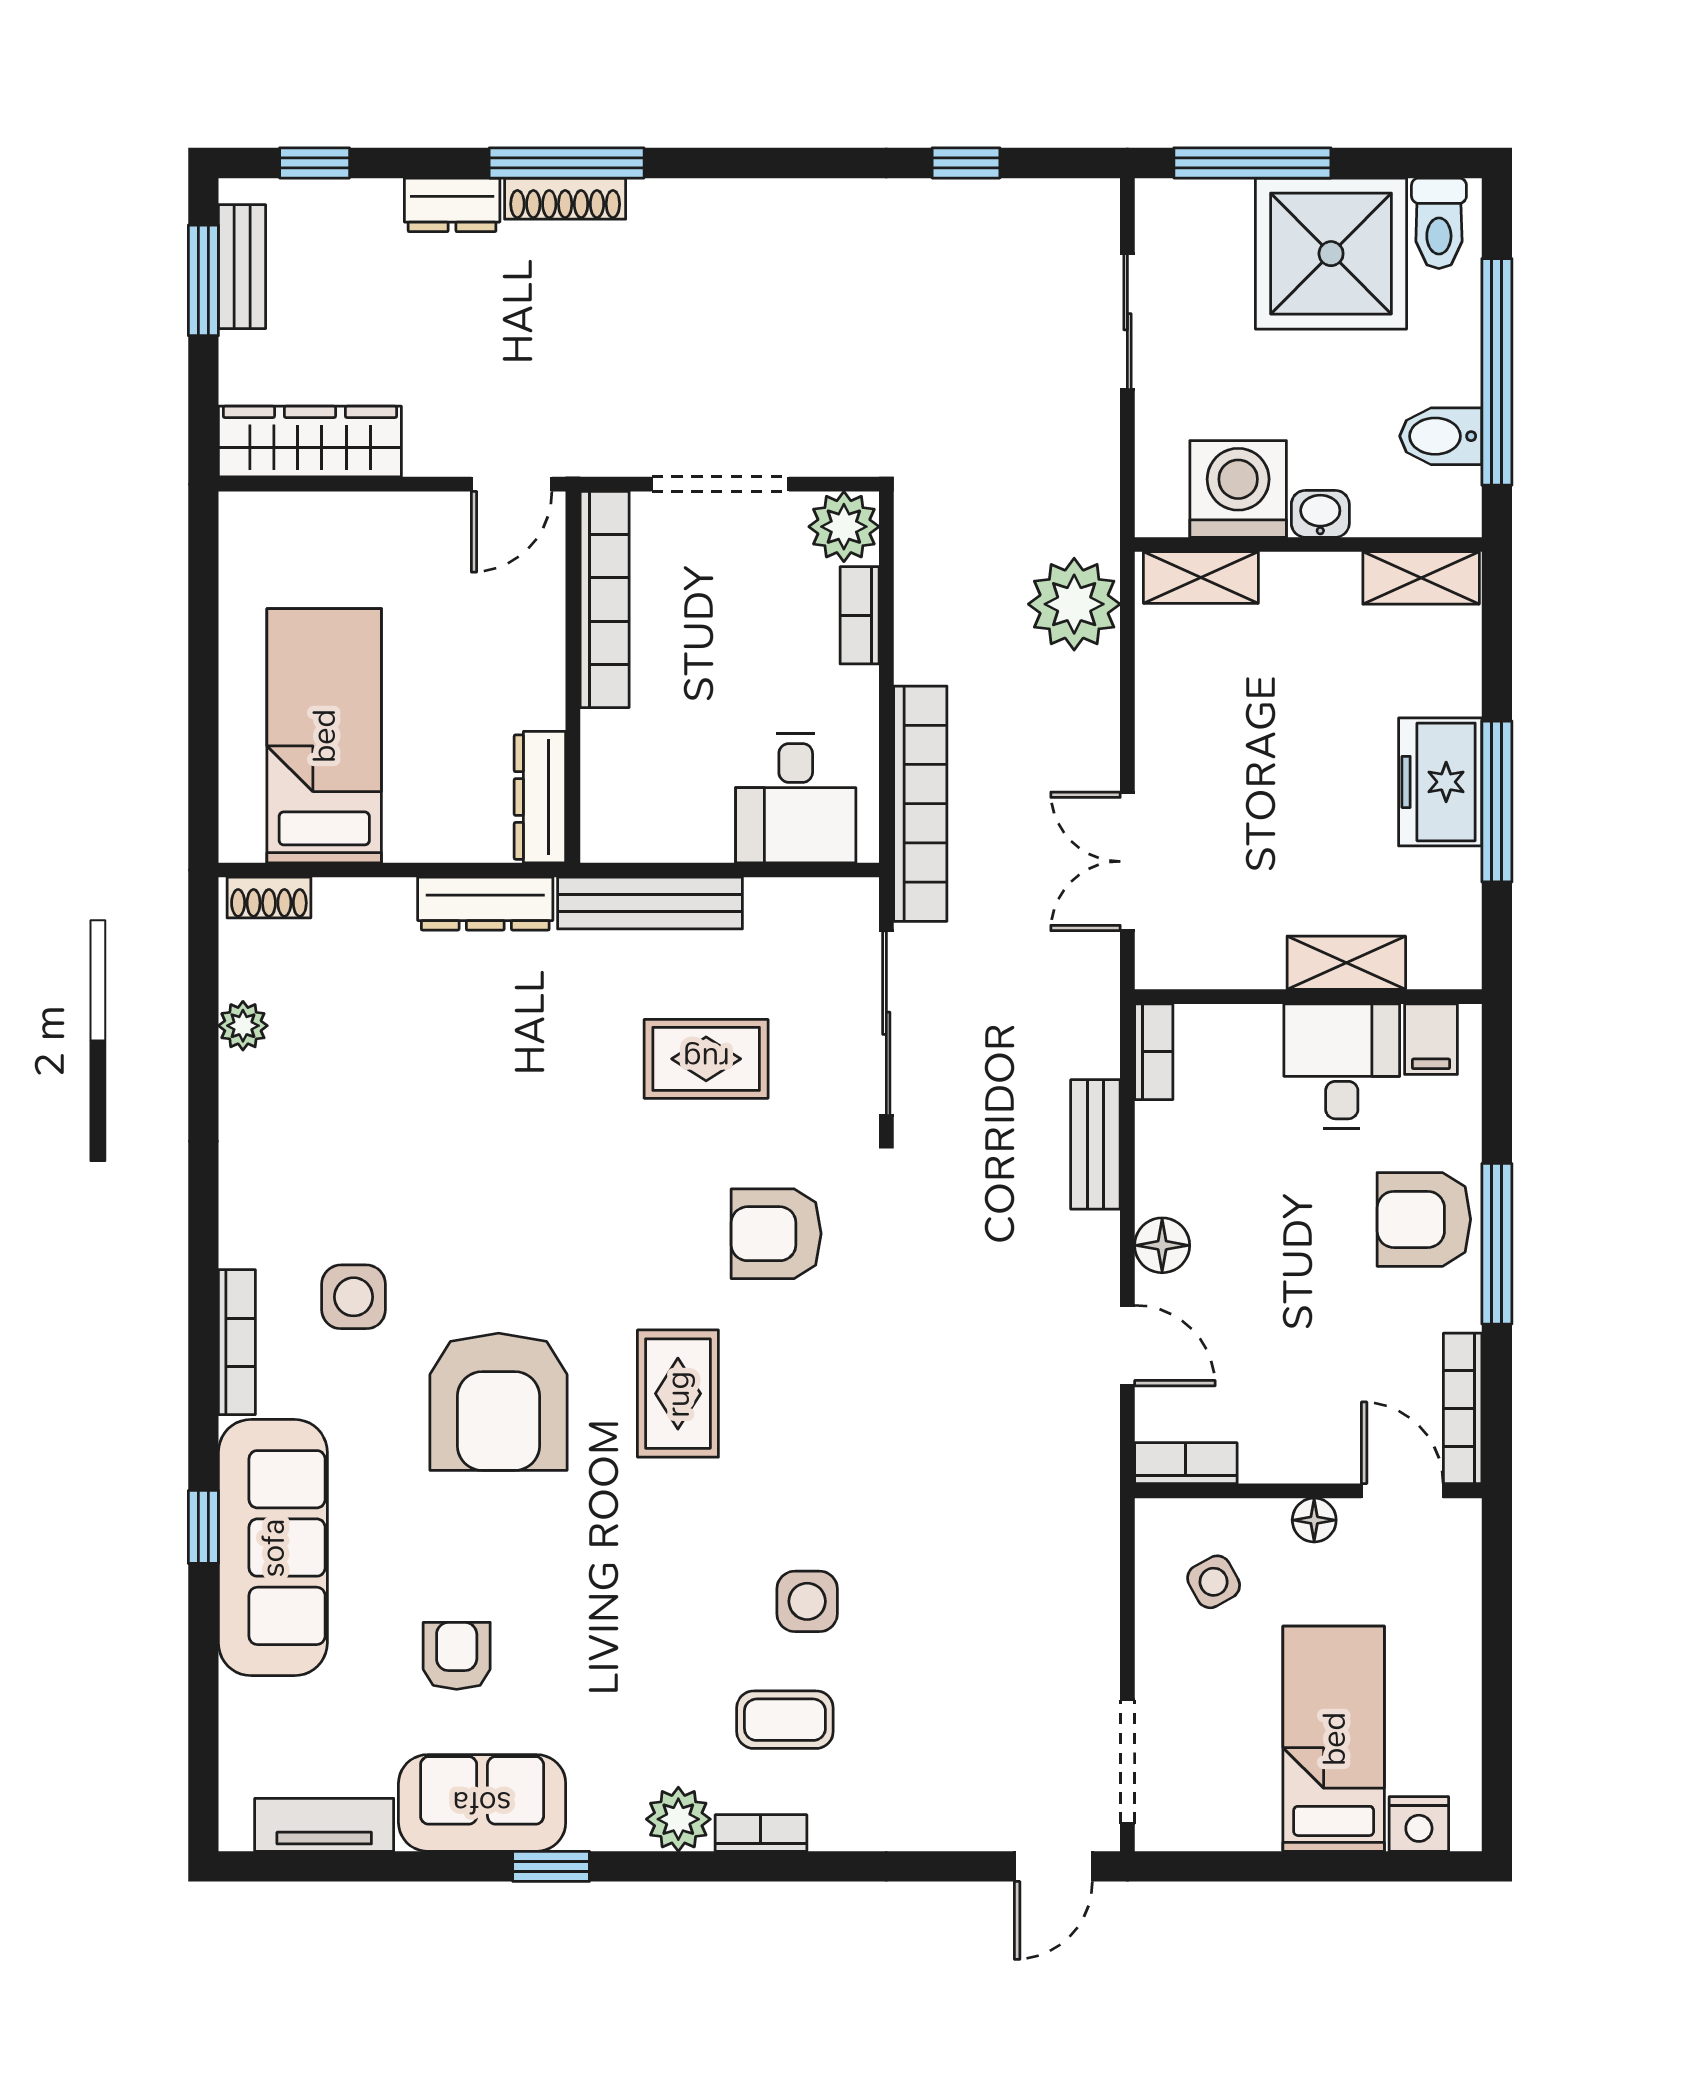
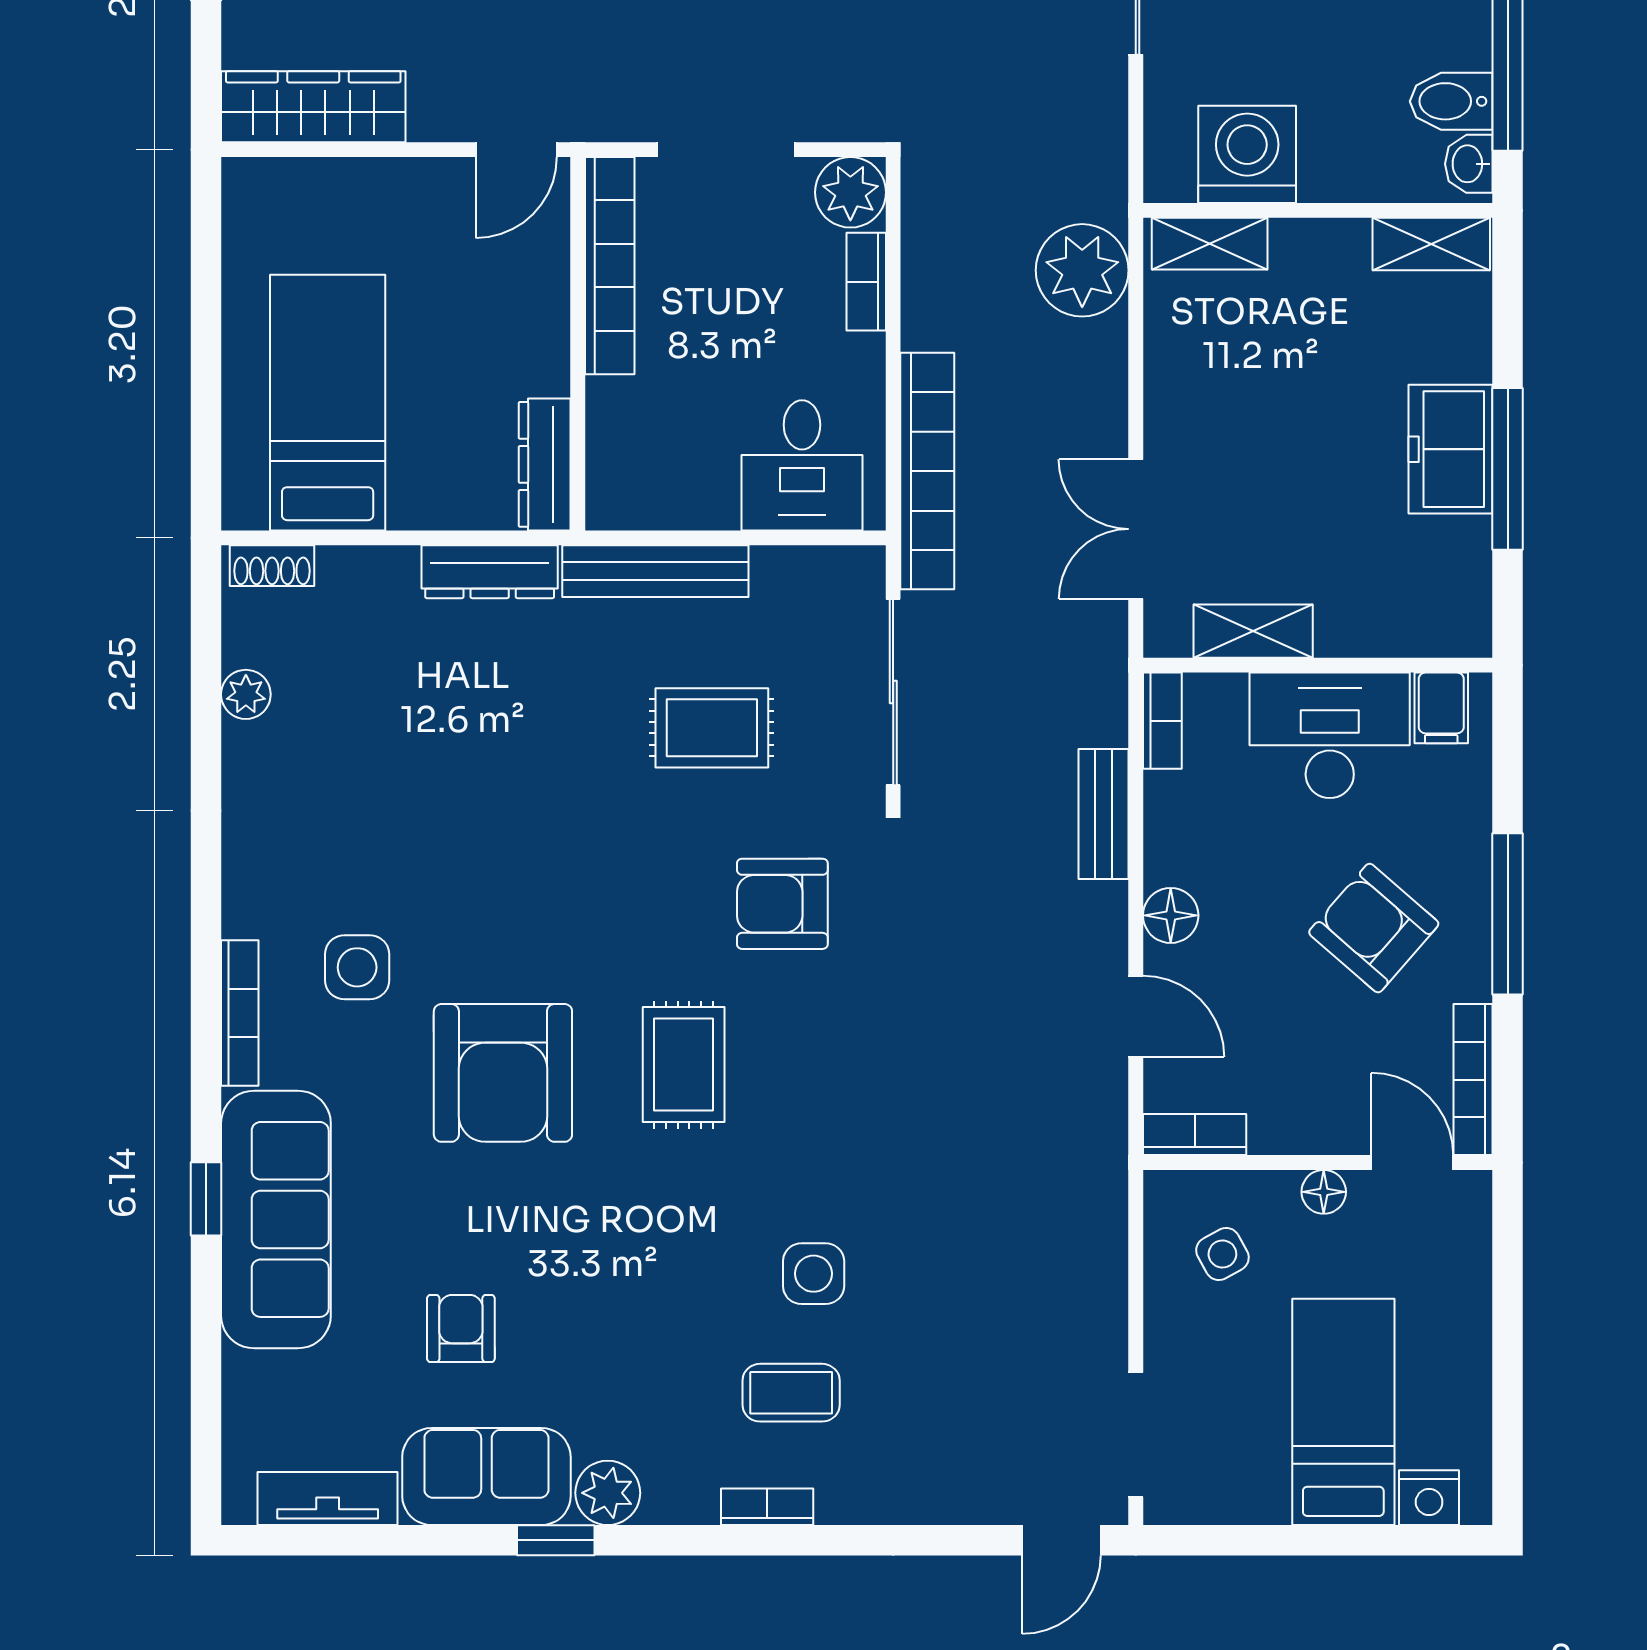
washbasin: (1320, 514) -> (1469, 164), moved, turned -90
shelving: (1346, 963) -> (1253, 631), moved
desk: (1342, 1066) -> (1330, 735), width x1.37
armchair: (1424, 1219) -> (1374, 928), moved, turned 41
plant: (678, 1819) -> (608, 1493), moved

